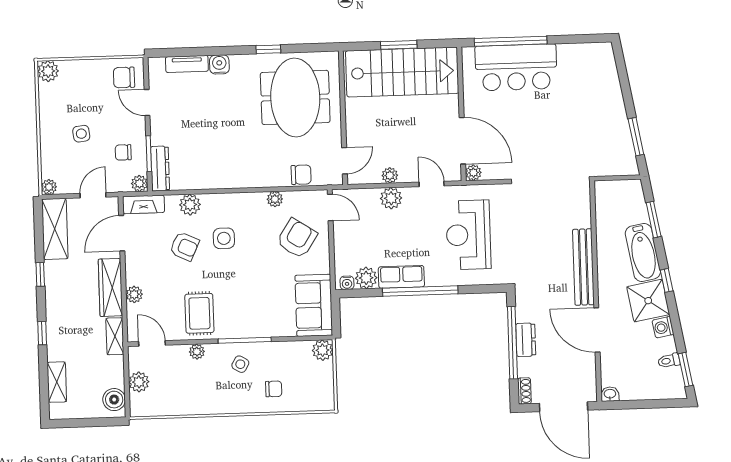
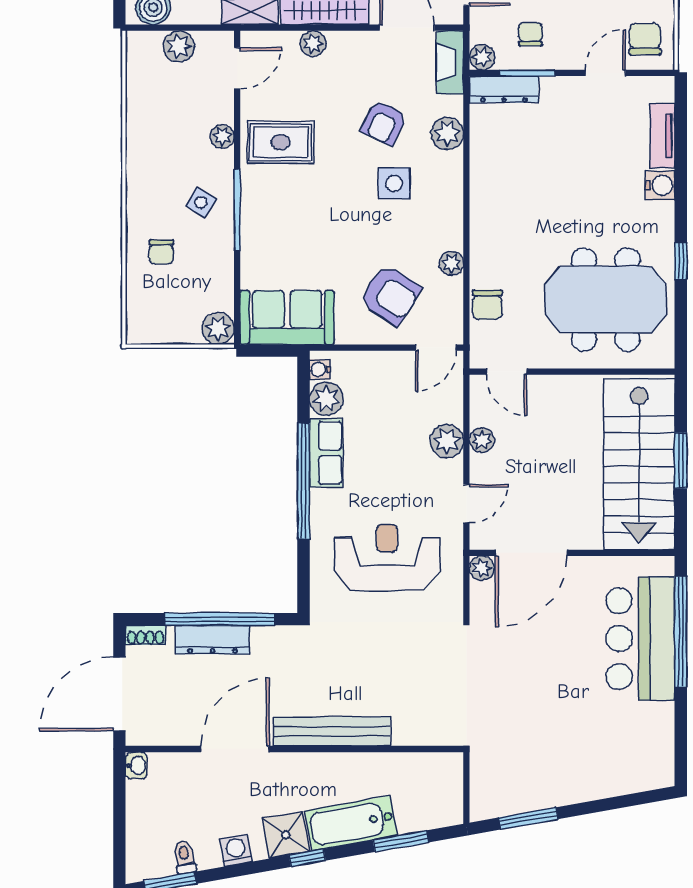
shower: (648, 301) -> (286, 835), width x0.73, depth x0.73
dresser: (526, 340) -> (213, 640), width x1.44

